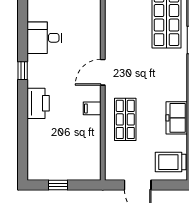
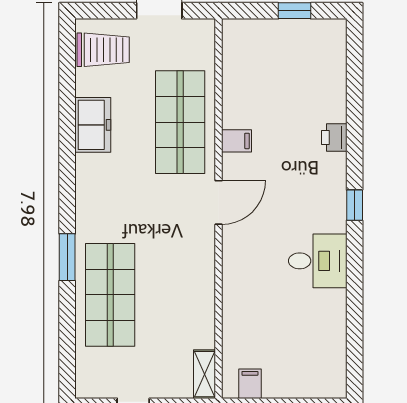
printer: (38, 103) -> (334, 138), width x0.53, depth x0.68
shop shelf: (125, 119) -> (180, 122), width x1.43, depth x1.36

